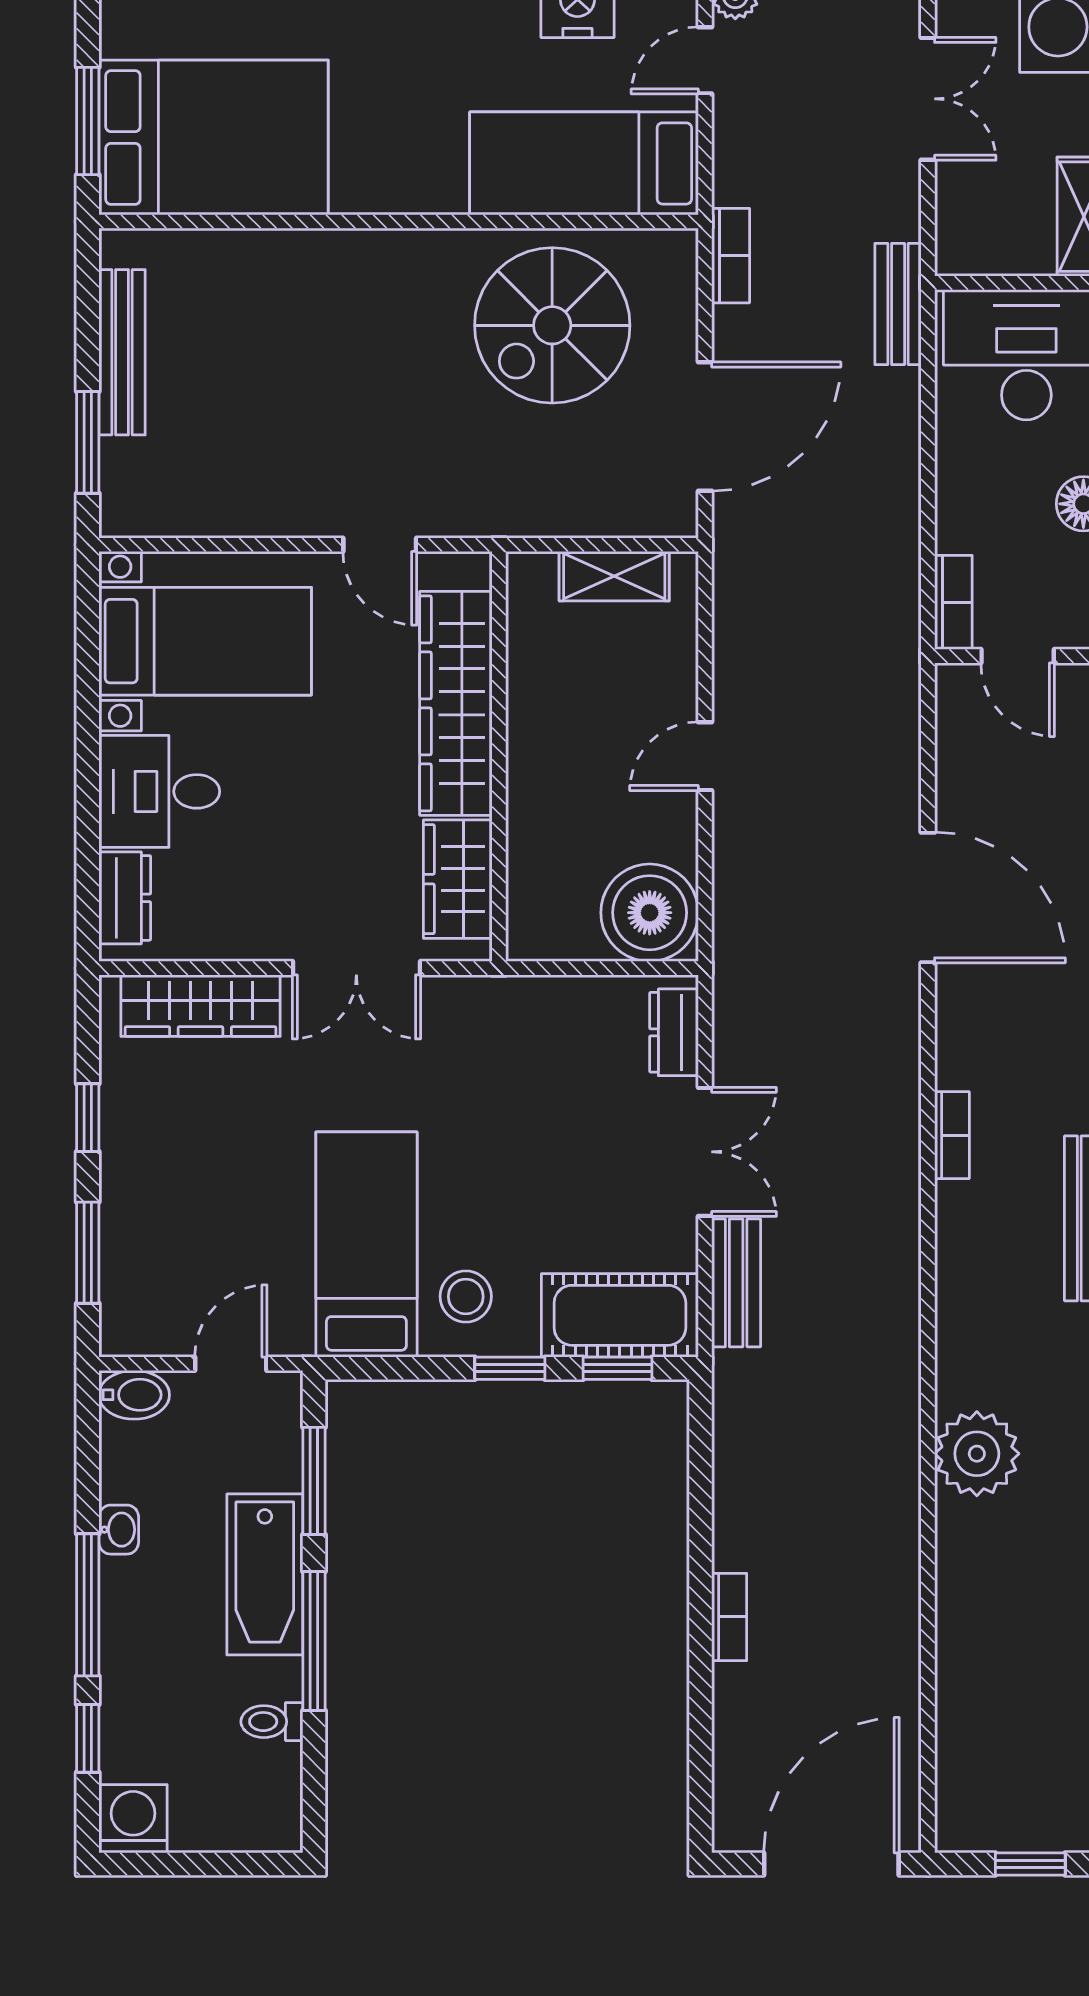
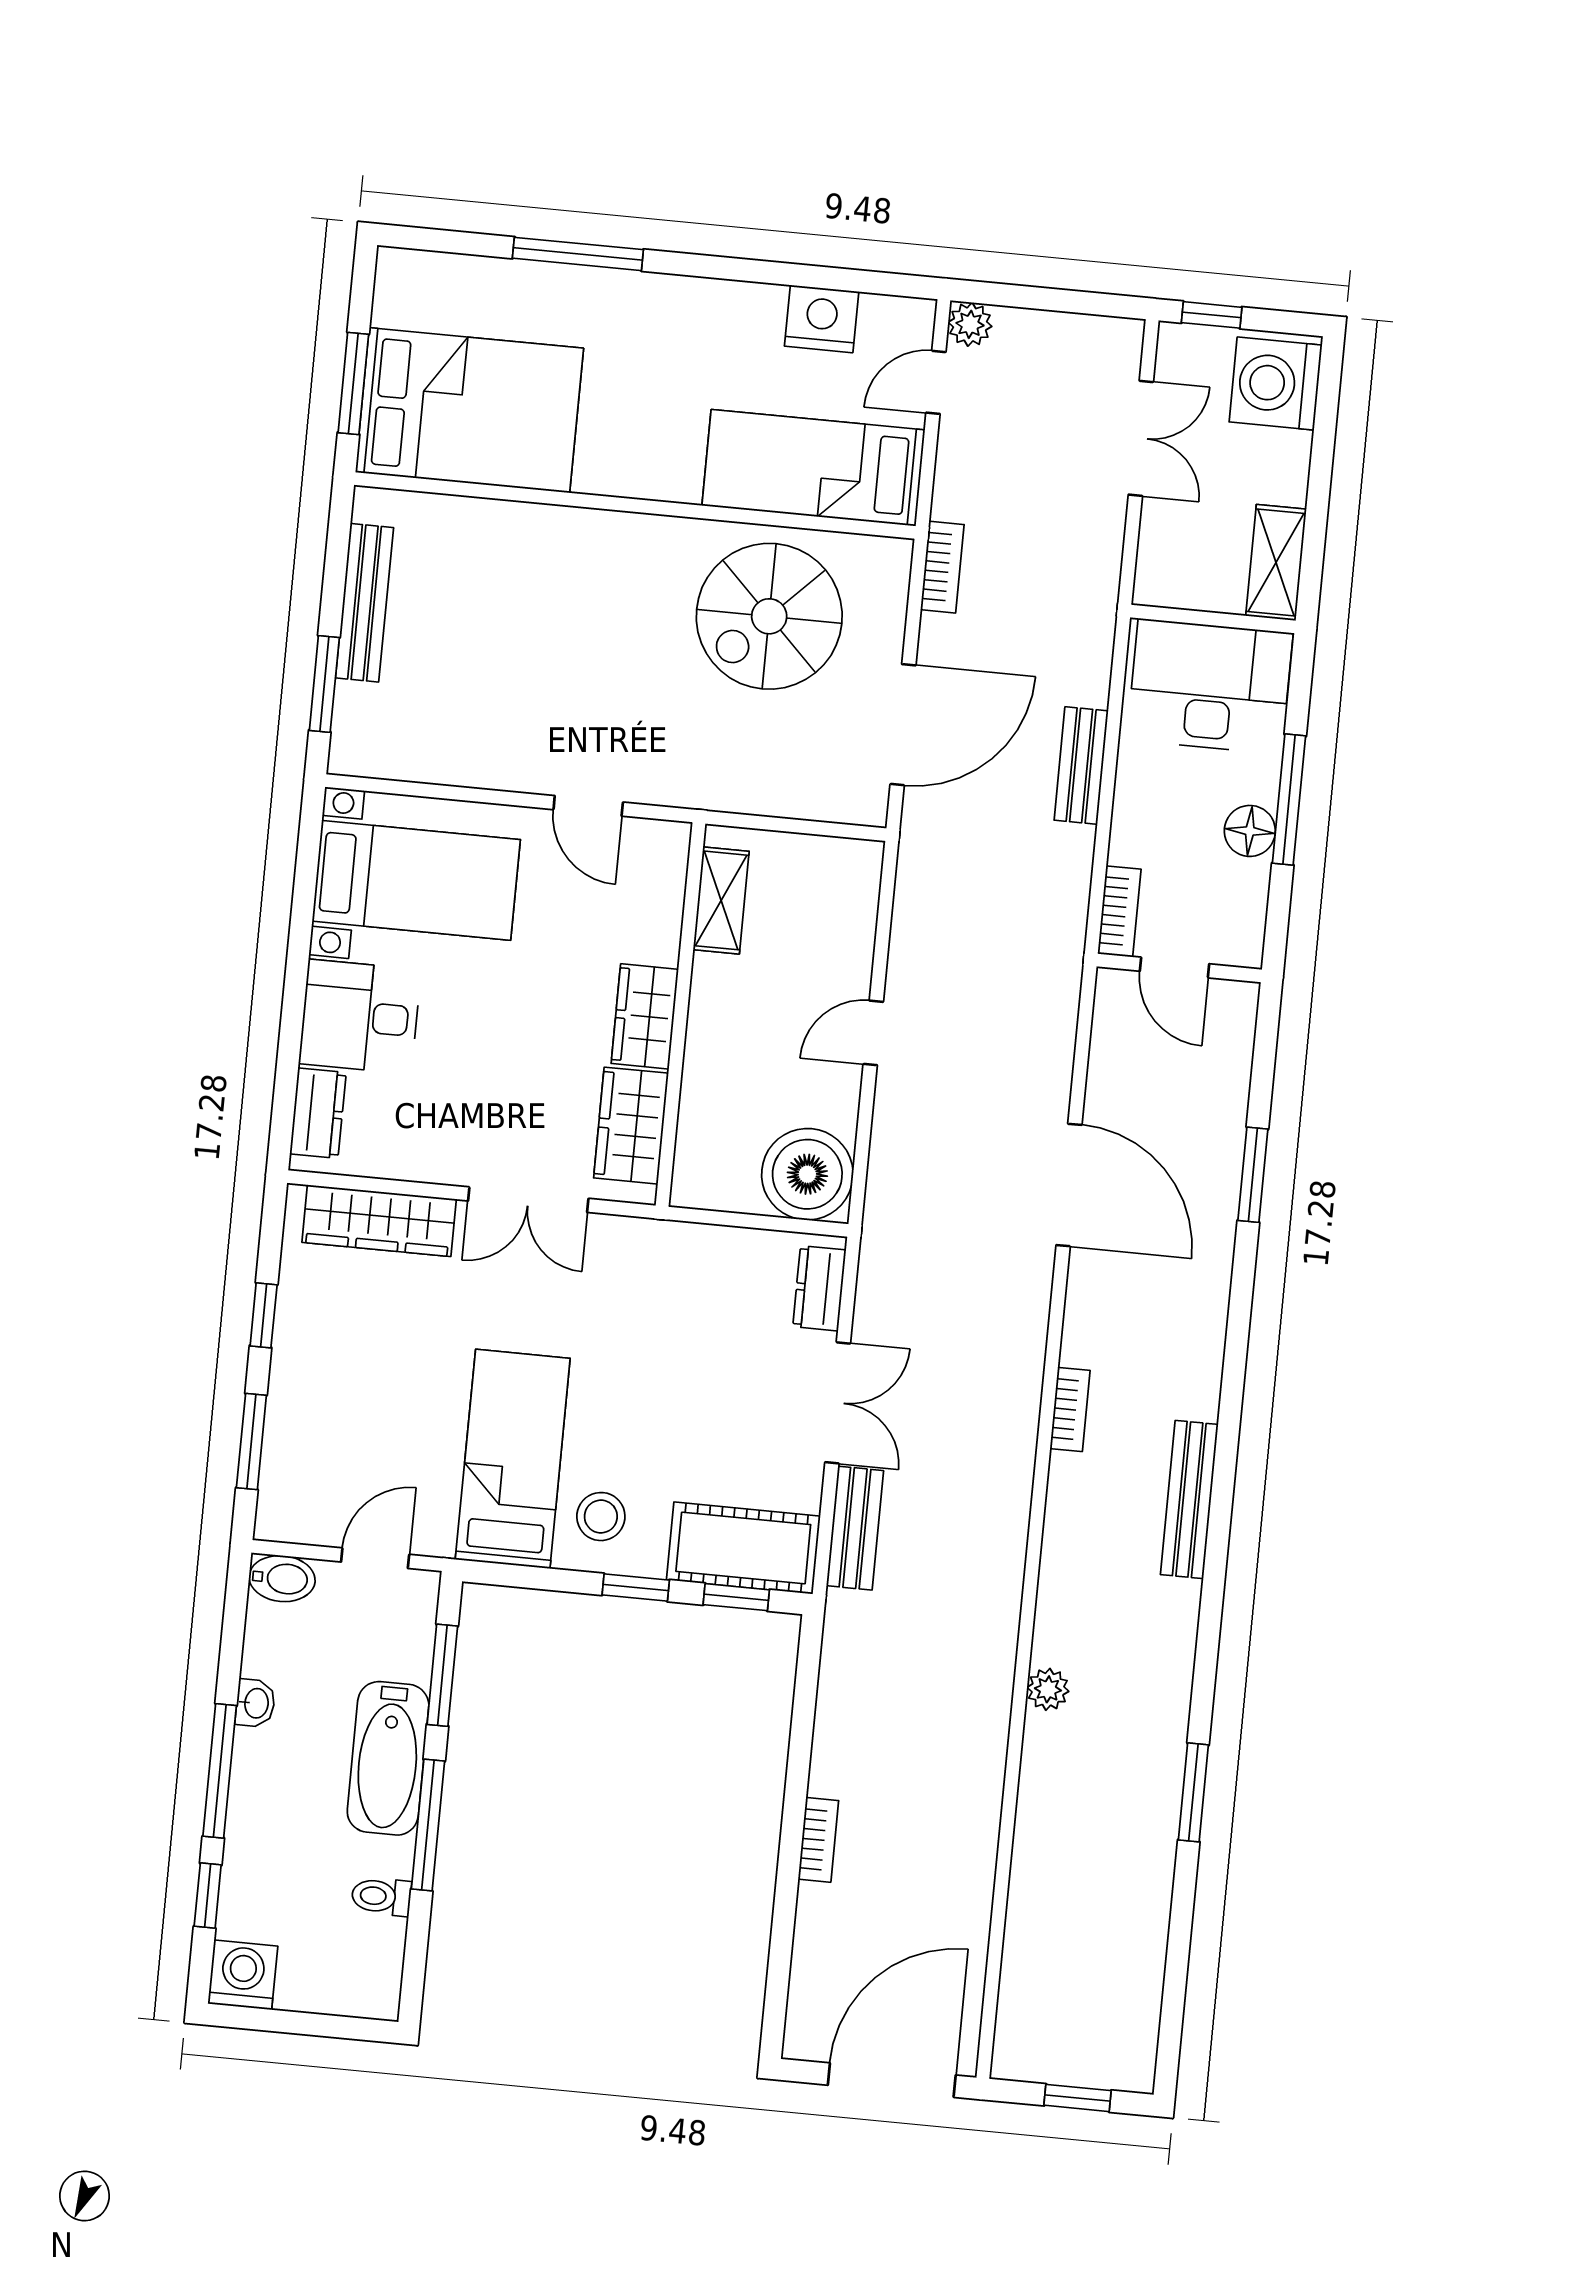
bench: (898, 304) -> (1081, 765), moved
shelving: (614, 576) -> (721, 900), moved, turned 90
wardrobe: (456, 703) -> (645, 1016), width x0.48, depth x0.85
plant: (977, 1454) -> (1048, 1689), width x0.53, depth x0.53

